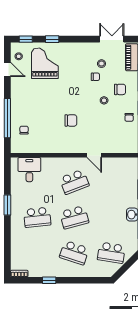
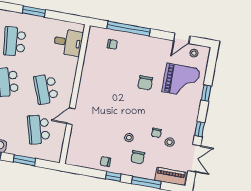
window: (26, 39) -> (200, 129), moved
chair: (71, 120) -> (145, 83), moved
school desk: (111, 182) -> (39, 129), added

